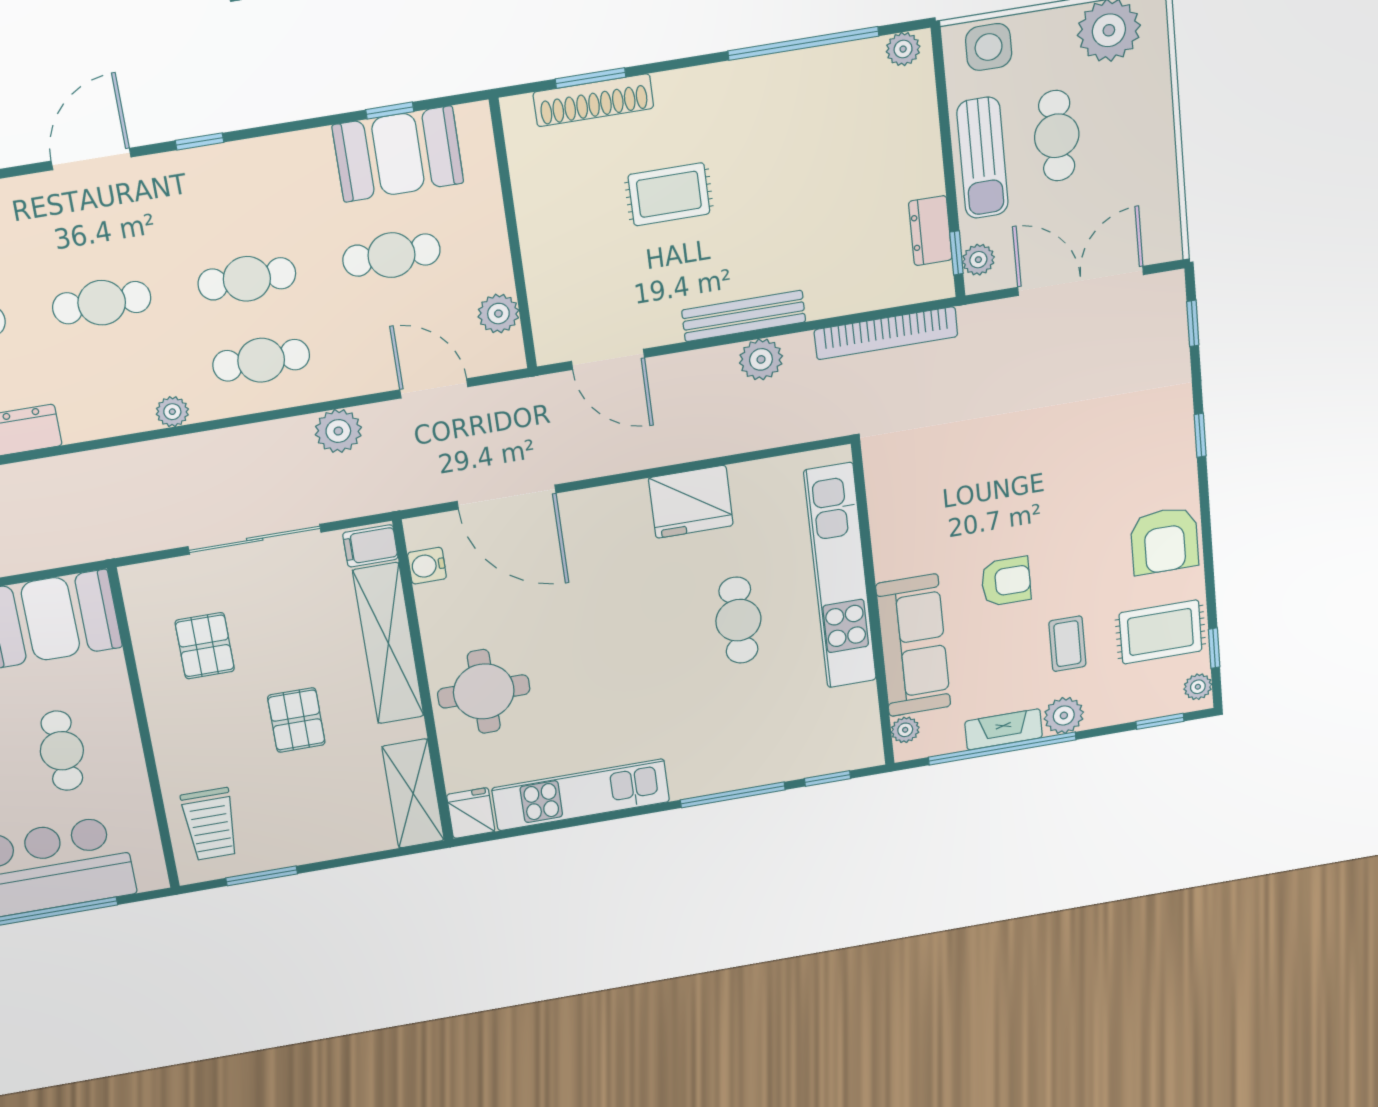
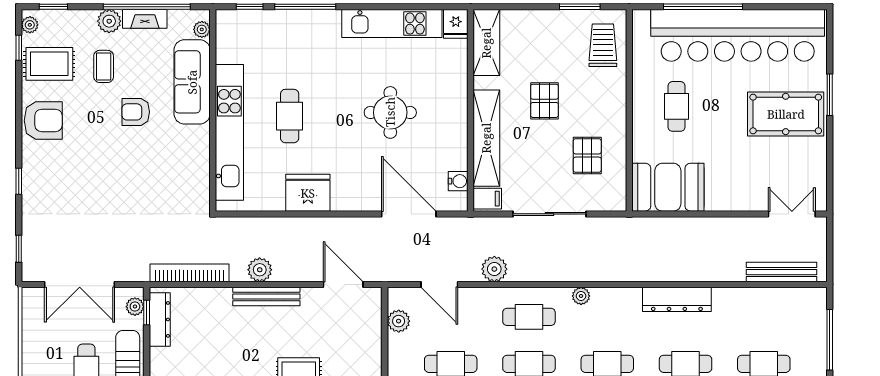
dresser: (930, 231) -> (160, 319), width x1.44
armchair: (1164, 541) -> (43, 120), turned 90
round table: (484, 691) -> (390, 112), moved

